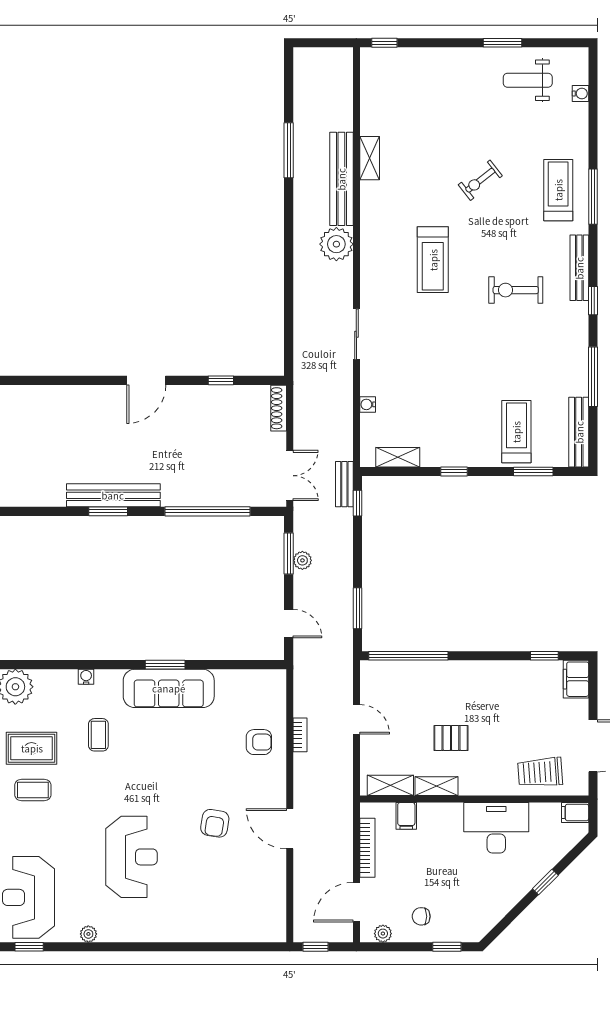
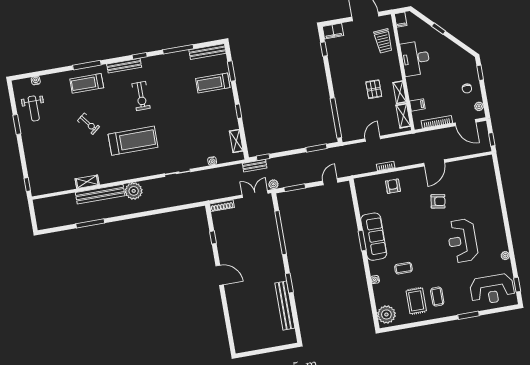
treadmill: (433, 260) -> (133, 141), width x1.37, depth x1.38
bench: (113, 495) -> (285, 306), moved
plant: (302, 560) -> (273, 184), moved
reception desk: (131, 857) -> (462, 241), turned -90

